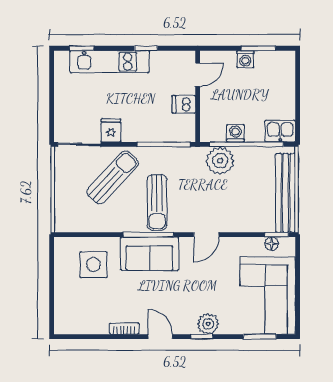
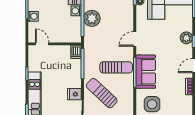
dishwasher: (184, 104) -> (76, 52), moved
washing machine: (235, 133) -> (76, 11), moved
plant: (220, 161) -> (92, 18), moved
door: (206, 235) -> (135, 39), swing flipped

